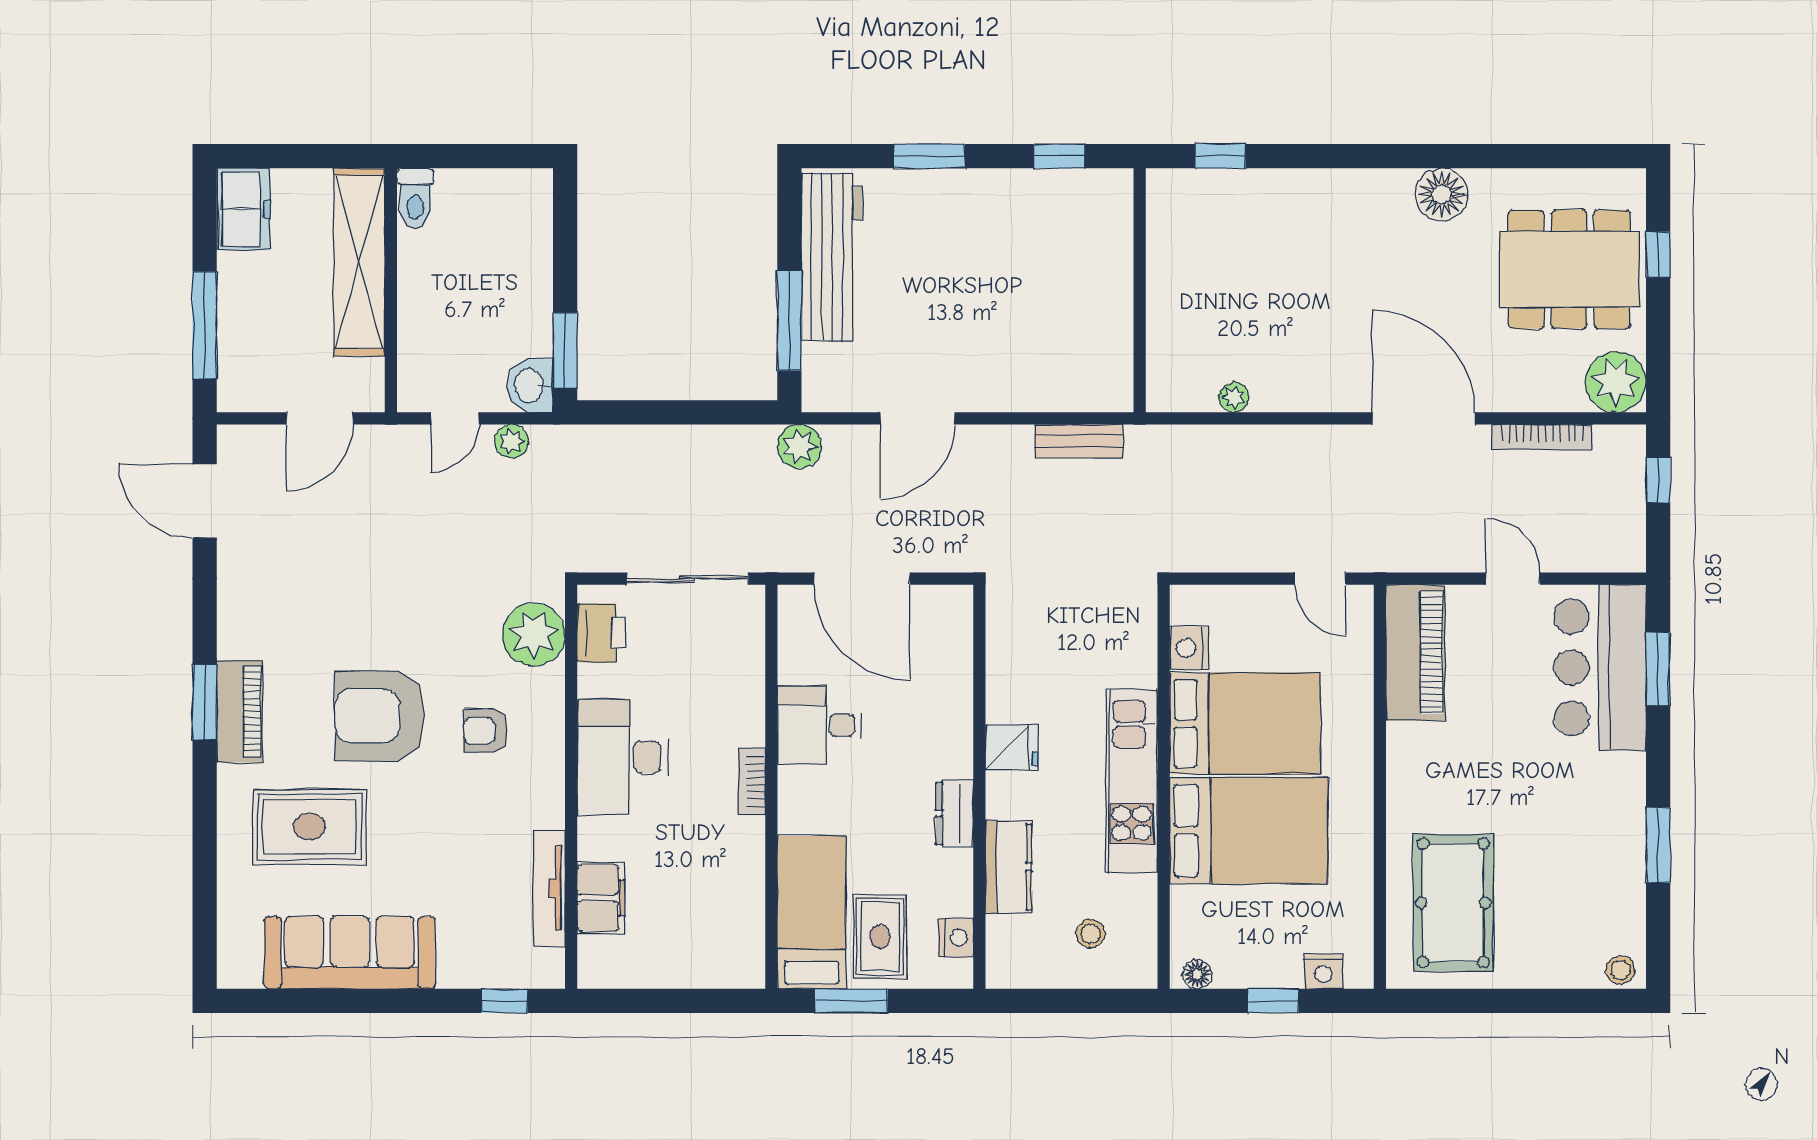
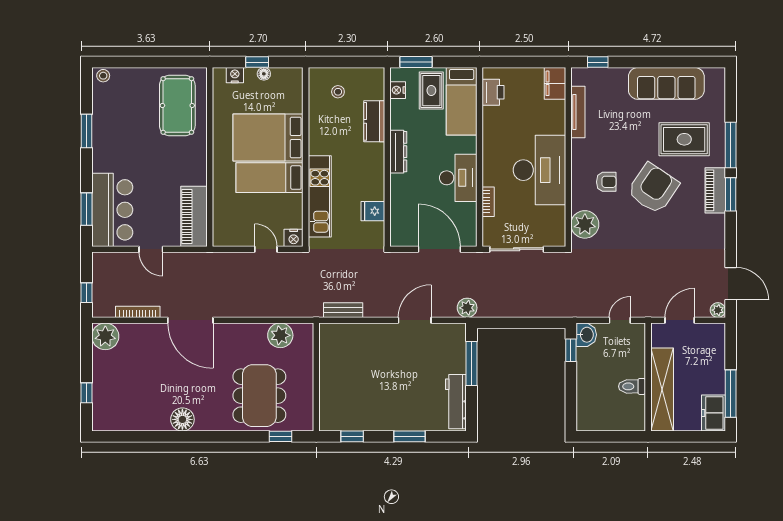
toilet: (415, 198) -> (632, 386), moved, turned -90
workbench: (832, 257) -> (456, 402), width x0.73, depth x0.76
dining table: (1569, 269) -> (259, 396), moved, turned 90
window: (205, 325) -> (731, 394), moved
window: (565, 351) -> (571, 350), width x0.67
plant: (1234, 397) -> (280, 335), width x1.87, depth x1.87
plant: (512, 441) -> (718, 310), moved
door: (1321, 579) -> (266, 249), moved
printer: (601, 633) -> (493, 92), moved, turned 180
nightstand: (1189, 648) -> (294, 238), moved, turned 90
armchair: (380, 716) -> (653, 188), turned -56
bed: (1245, 723) -> (270, 178), width x0.67
desk: (819, 725) -> (458, 178), width x1.37
fridge: (1012, 747) -> (373, 211), moved
desk: (622, 757) -> (539, 170), width x1.36, depth x1.30
bookcase: (752, 781) -> (488, 202), moved
kitchen unit: (1132, 781) -> (320, 196), moved
dresser: (955, 813) -> (398, 152), width x1.44
window: (205, 814) -> (731, 145), added
filing cabinet: (601, 898) -> (555, 83), moved
floor lamp: (1197, 974) -> (264, 74), moved
window: (851, 1001) -> (416, 62), moved

